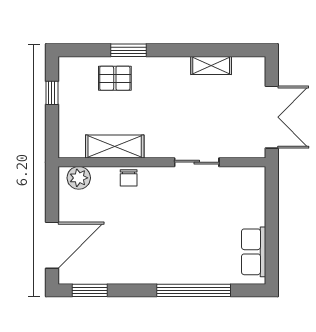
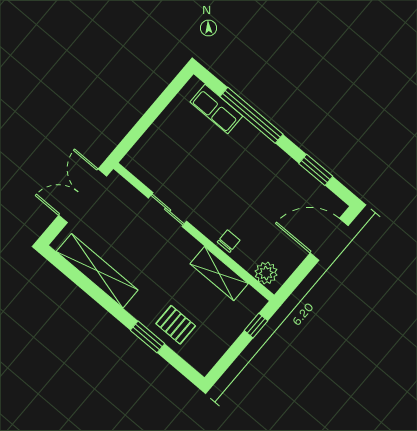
shelving: (211, 65) -> (97, 271), width x2.20, depth x1.33
window: (52, 93) -> (256, 326), moved
row of seats: (254, 252) -> (216, 109), moved, turned 90
window: (90, 290) -> (316, 170), moved

